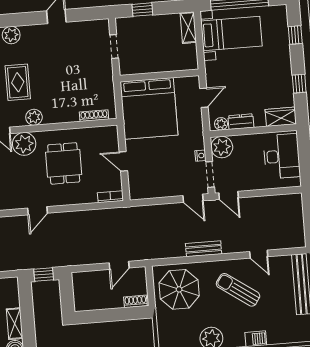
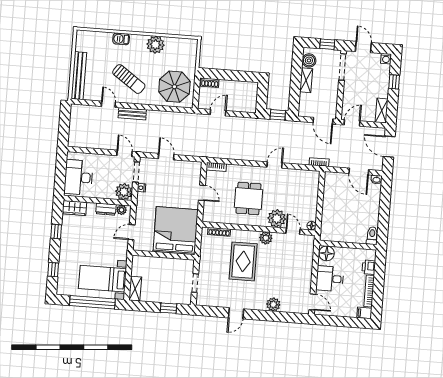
rug: (18, 82) -> (243, 261), moved, width x1.36, depth x1.43
door: (193, 198) -> (166, 157), moved
bench: (204, 249) -> (132, 114), moved

